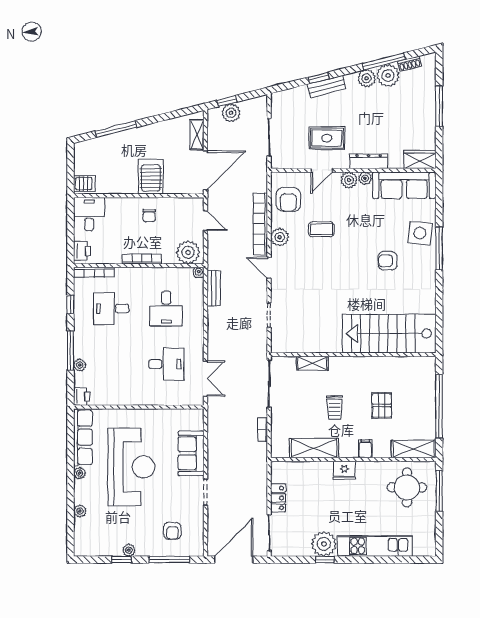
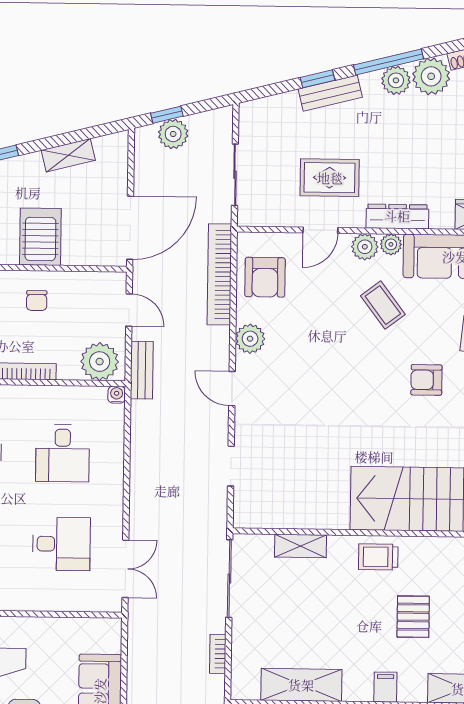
window: (384, 61) -> (389, 62), moved
shelving: (197, 135) -> (68, 155), moved, turned 76
bookcase: (260, 224) -> (219, 274), moved
coffee table: (321, 229) -> (383, 305), moved, turned 53
bench: (214, 288) -> (142, 370), moved
trolley: (334, 408) -> (378, 557), moved, turned 90

